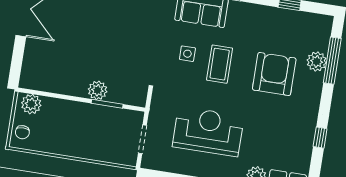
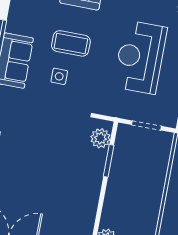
plant: (98, 90) -> (100, 138), moved

